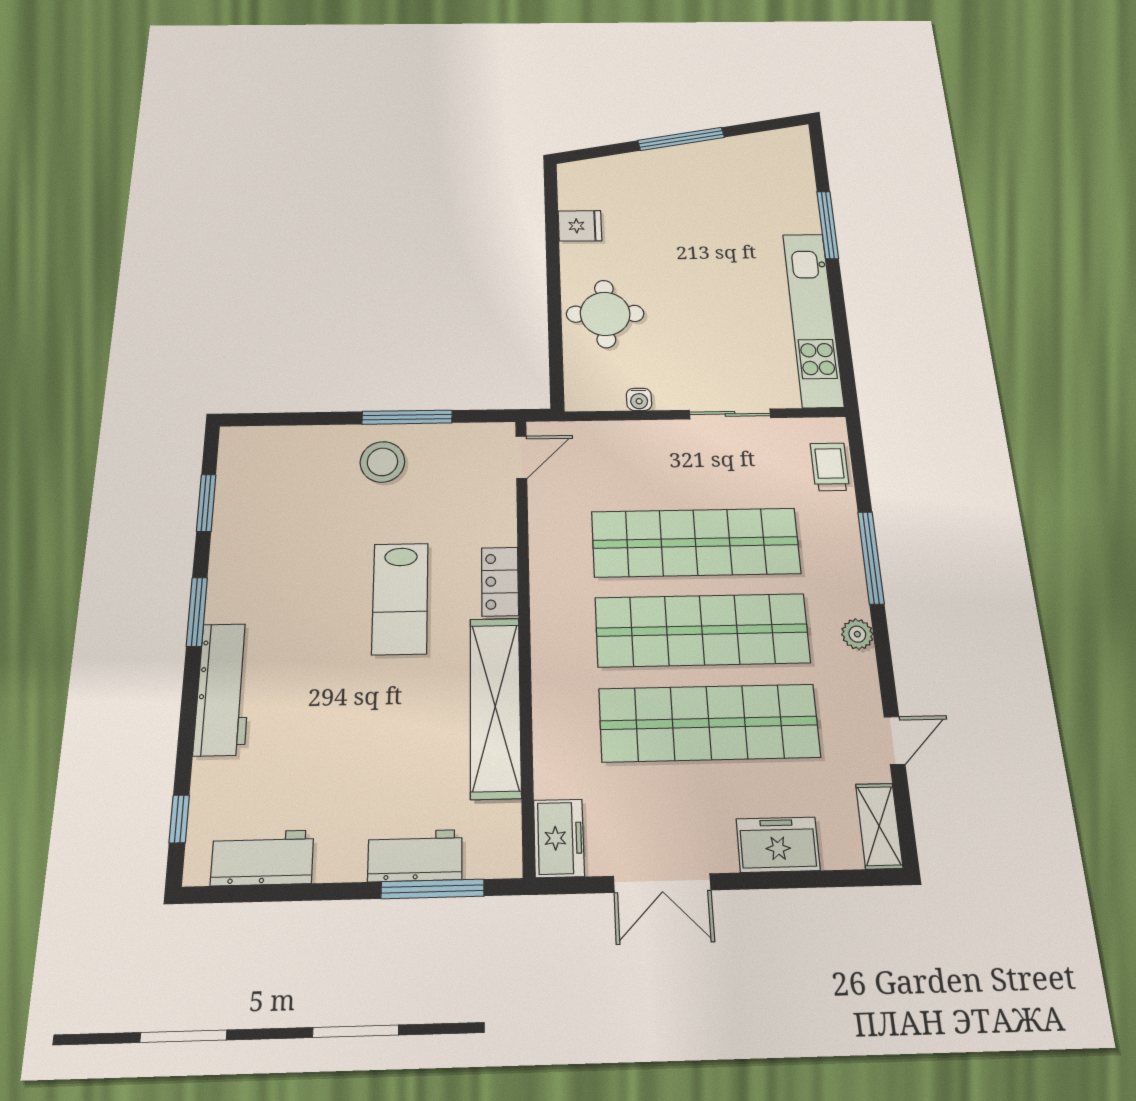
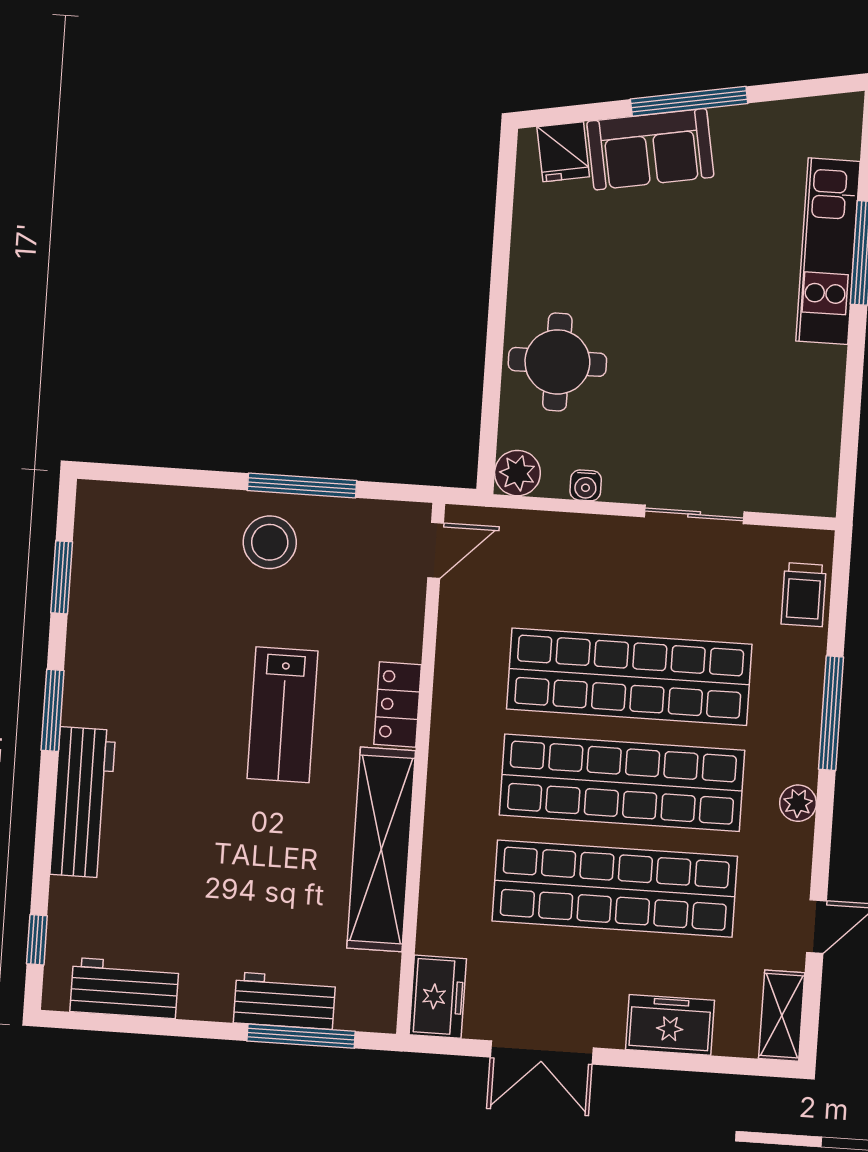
sofa: (657, 170) -> (650, 149), added
fridge: (580, 226) -> (563, 152), moved, turned 80
kitchen unit: (813, 319) -> (828, 251), moved, width x0.73
plant: (583, 395) -> (517, 473), added
trolley: (830, 467) -> (804, 595), turned 180

